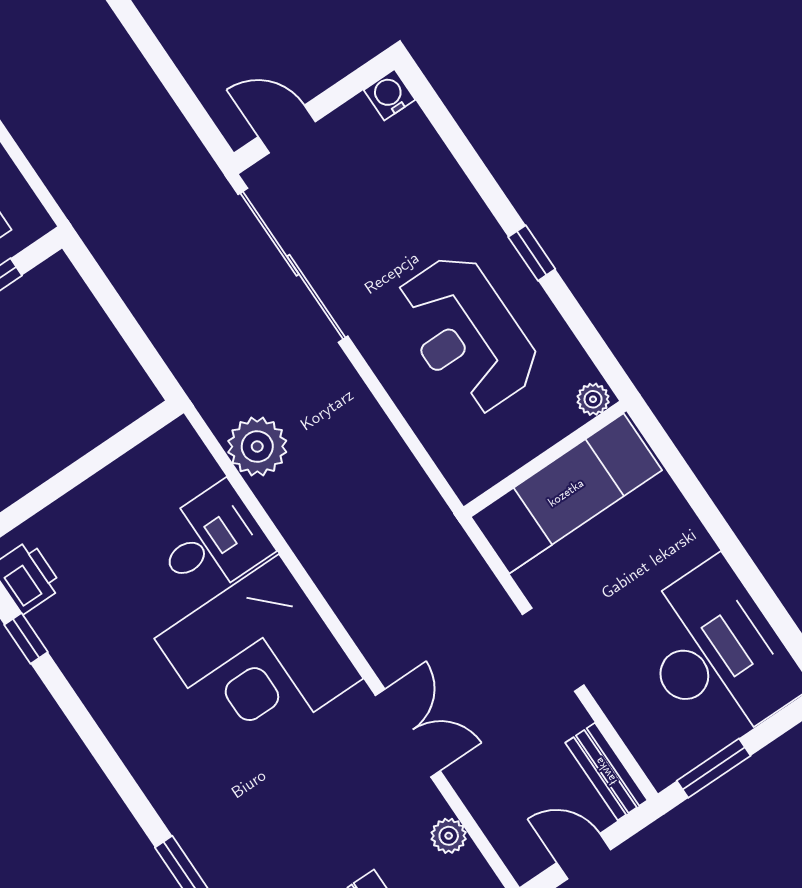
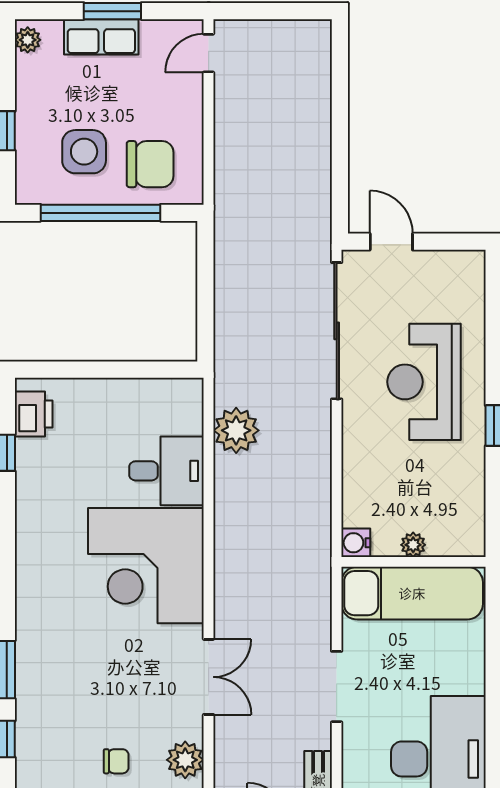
water cooler: (389, 95) -> (356, 543), moved, turned -90
reception desk: (466, 334) -> (424, 382), moved
plant: (593, 399) -> (413, 545), moved
plant: (449, 836) -> (185, 760), width x1.38, depth x1.38

